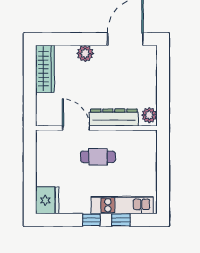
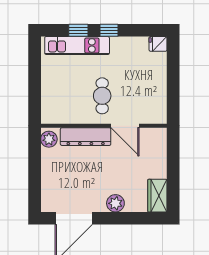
wardrobe: (45, 69) -> (157, 196), width x0.67
cafe table: (98, 157) -> (102, 96), turned 90
fridge: (47, 200) -> (158, 44), width x0.53, depth x0.75

